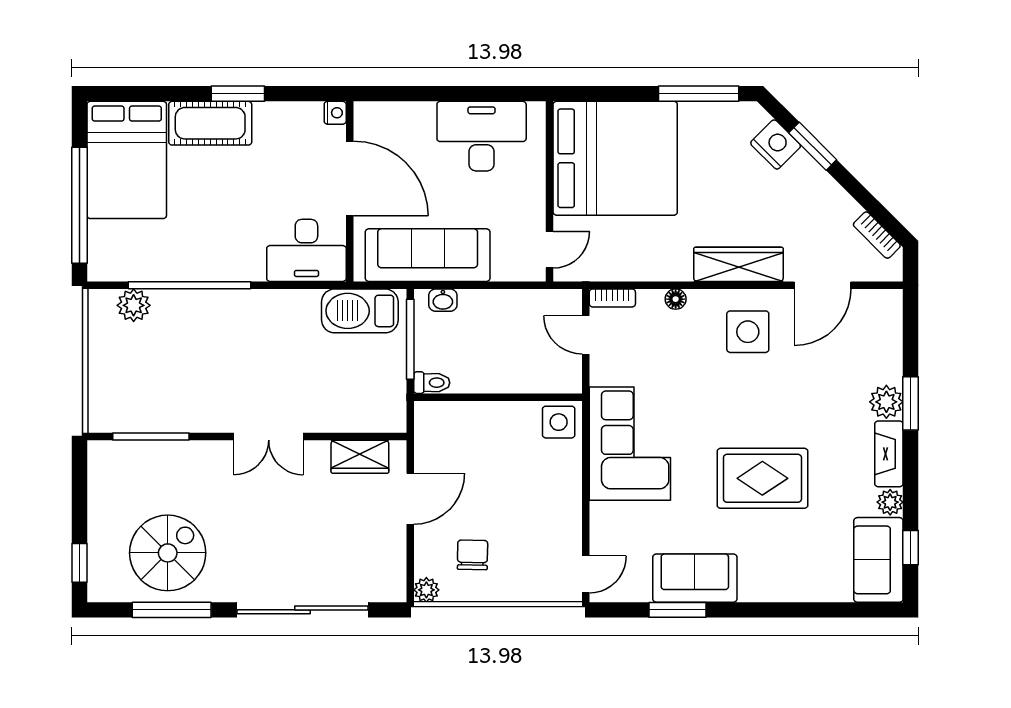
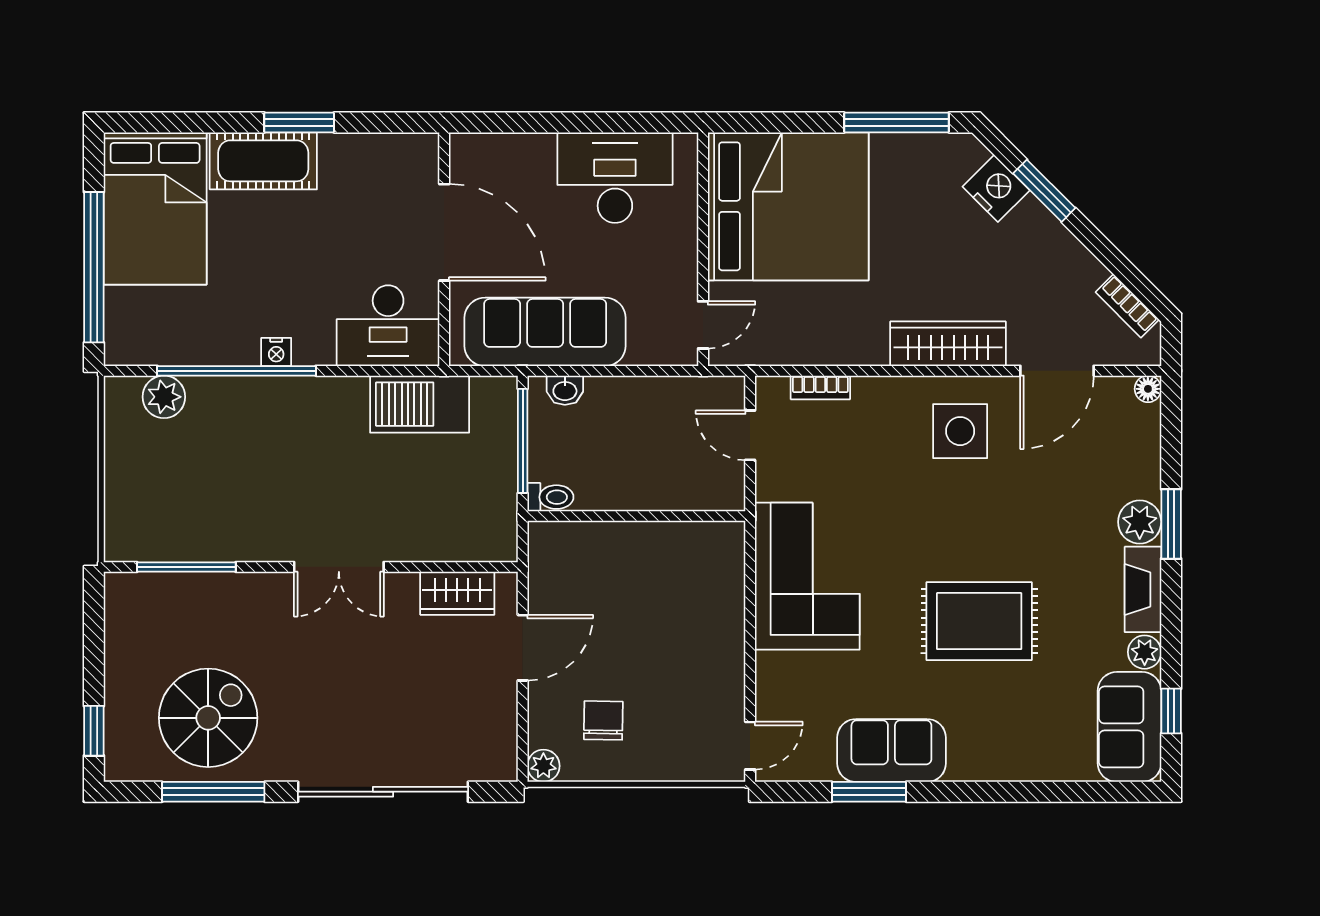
nightstand: (335, 113) -> (276, 352), moved, turned 90
bookcase: (612, 298) -> (820, 387), moved
floor lamp: (676, 299) -> (1148, 389), moved
barbecue: (360, 311) -> (420, 404), moved
side table: (559, 422) -> (715, 548), removed

